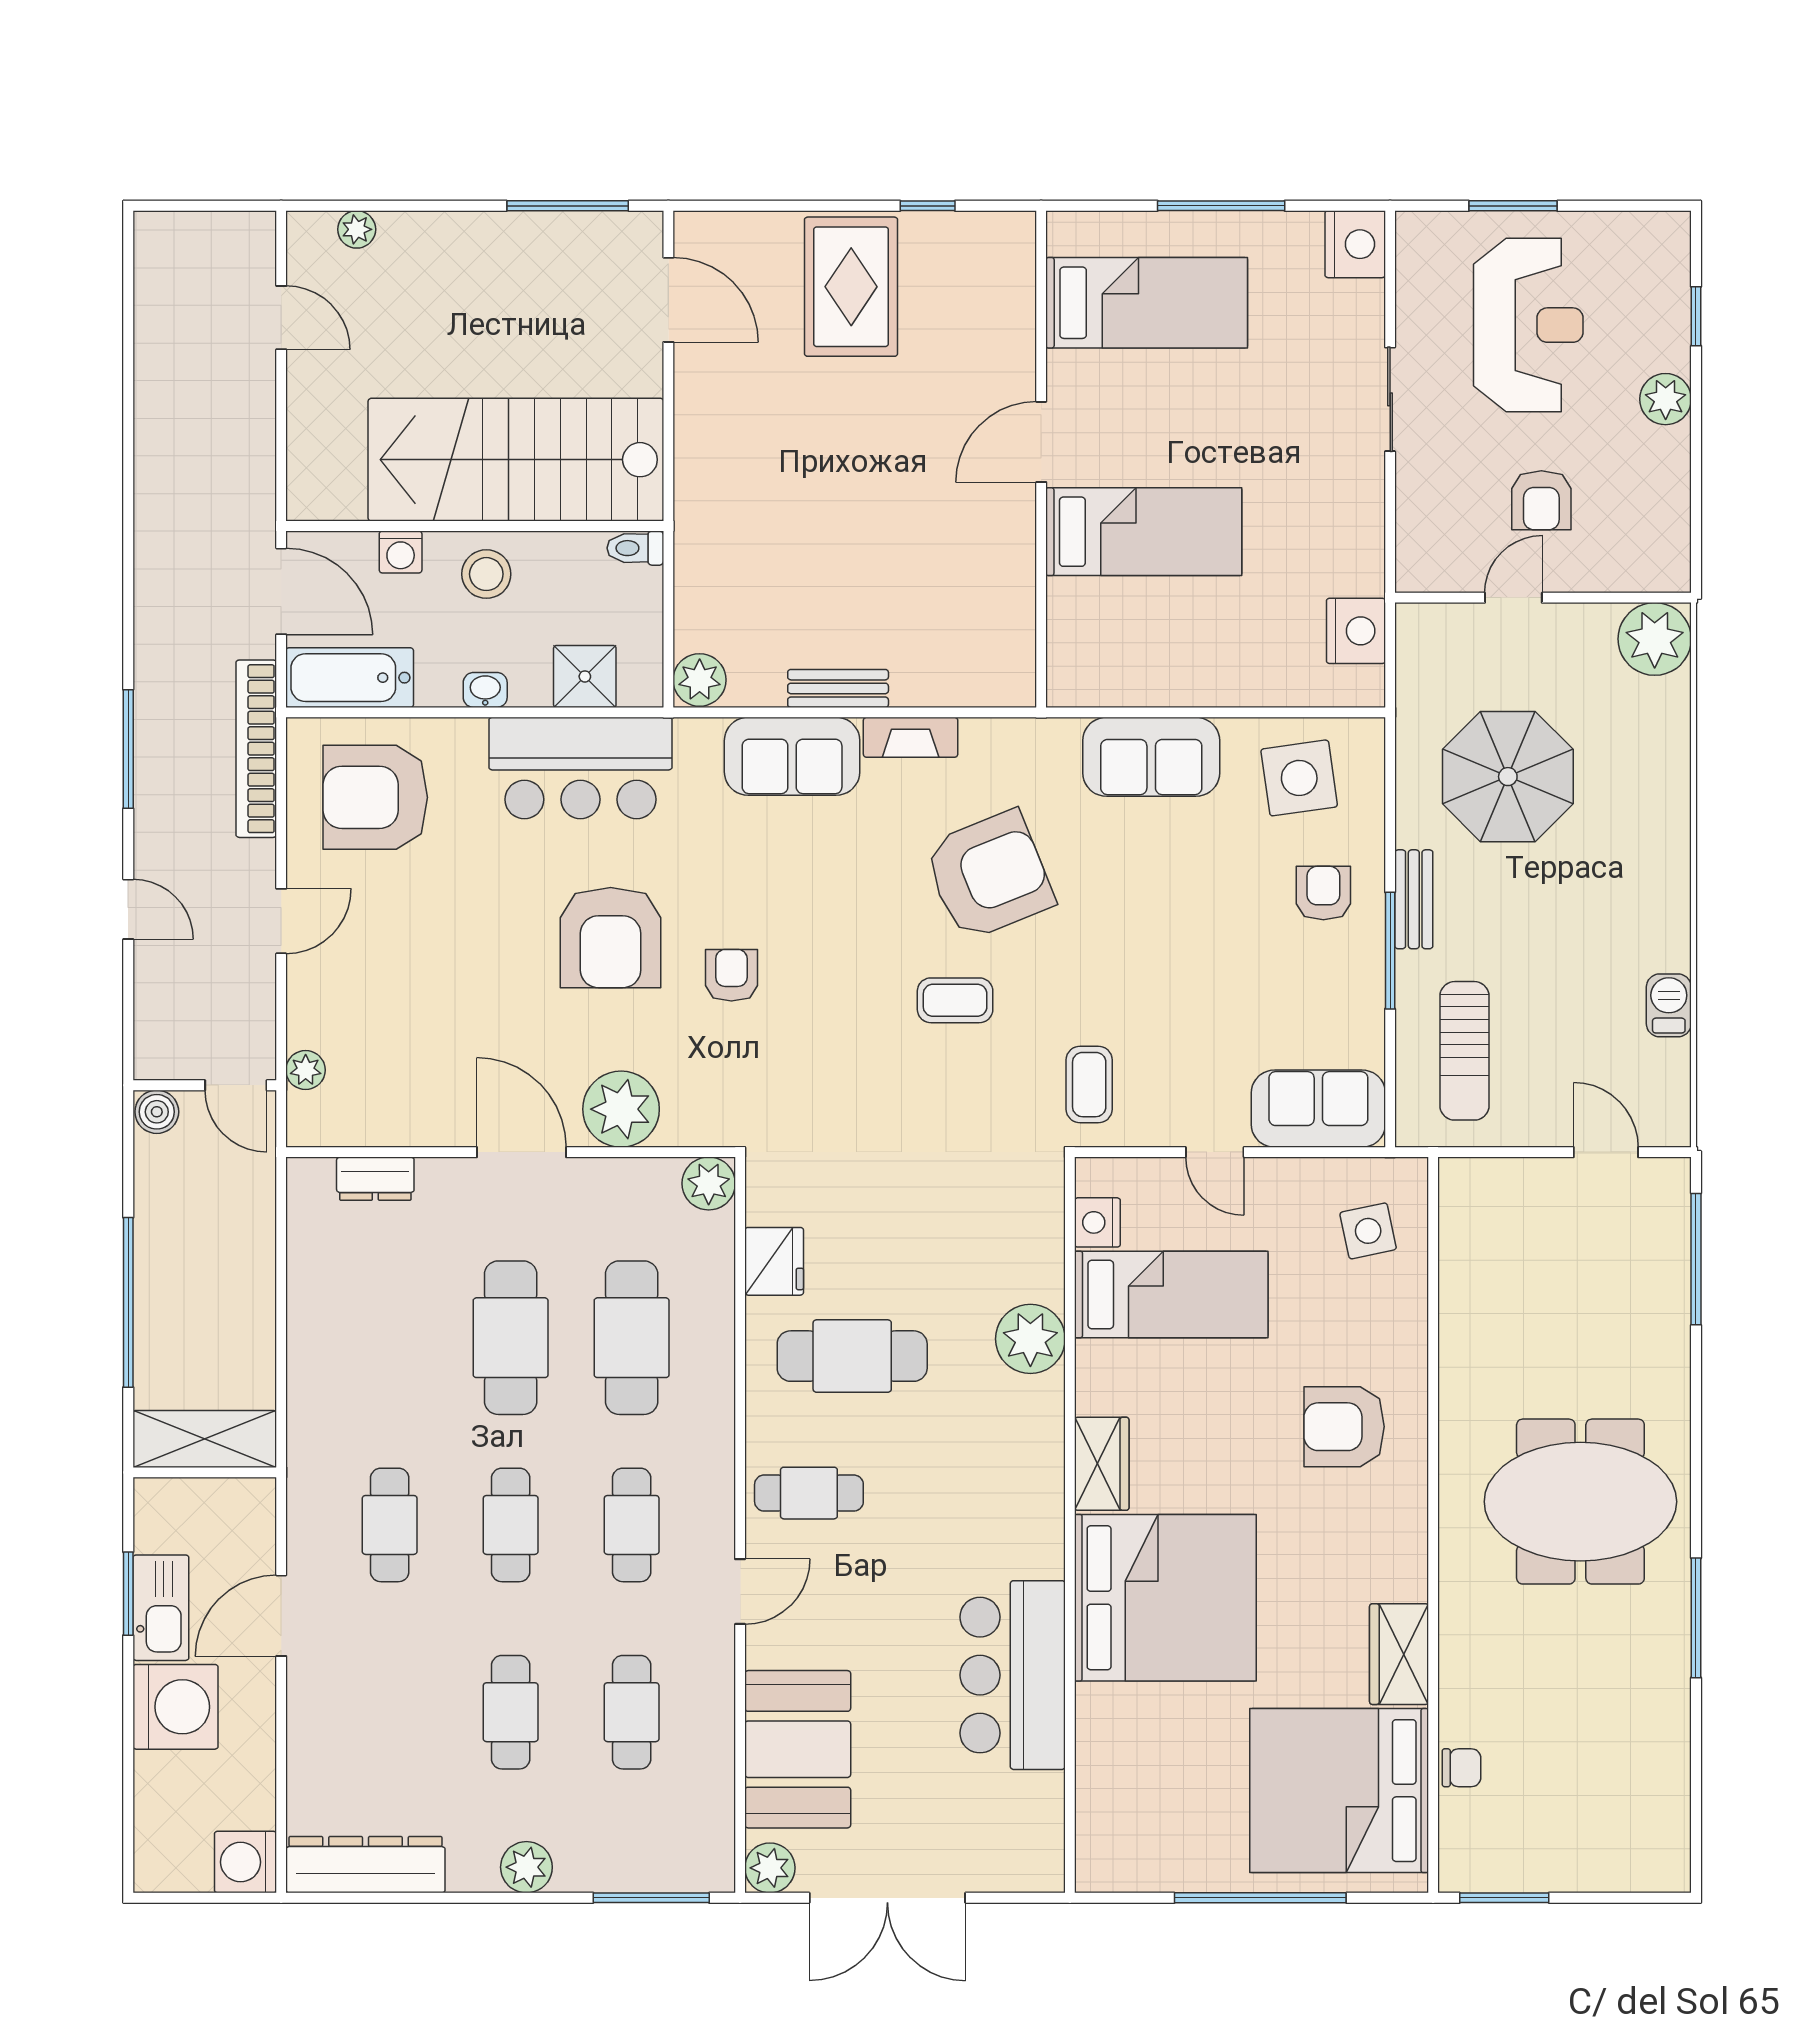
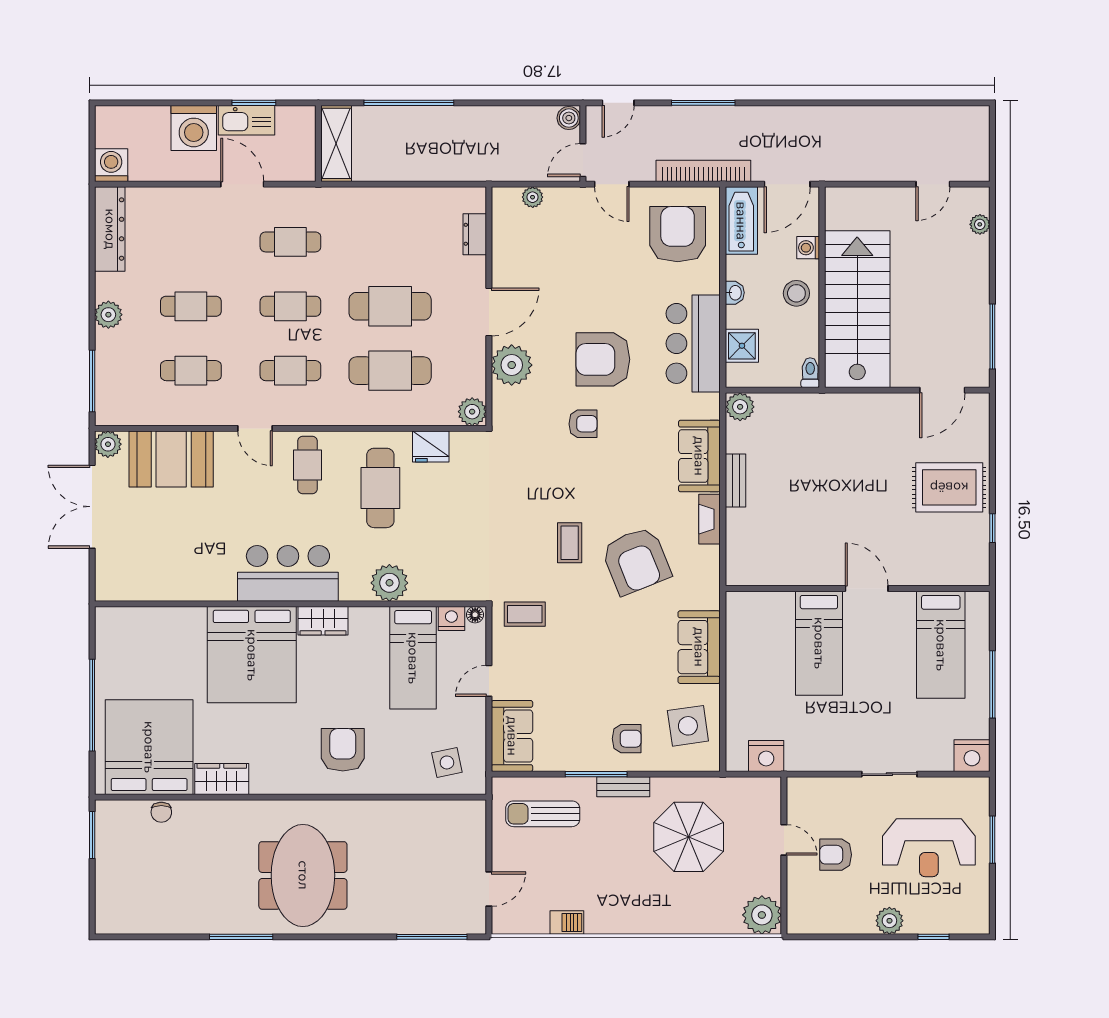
wall: (205, 1085) -> (583, 144), moved
door: (236, 1085) -> (583, 160), moved
boiler: (157, 1112) -> (569, 118), moved
floor lamp: (1090, 1178) -> (475, 615), added
bar counter: (1013, 1675) -> (288, 573), moved

